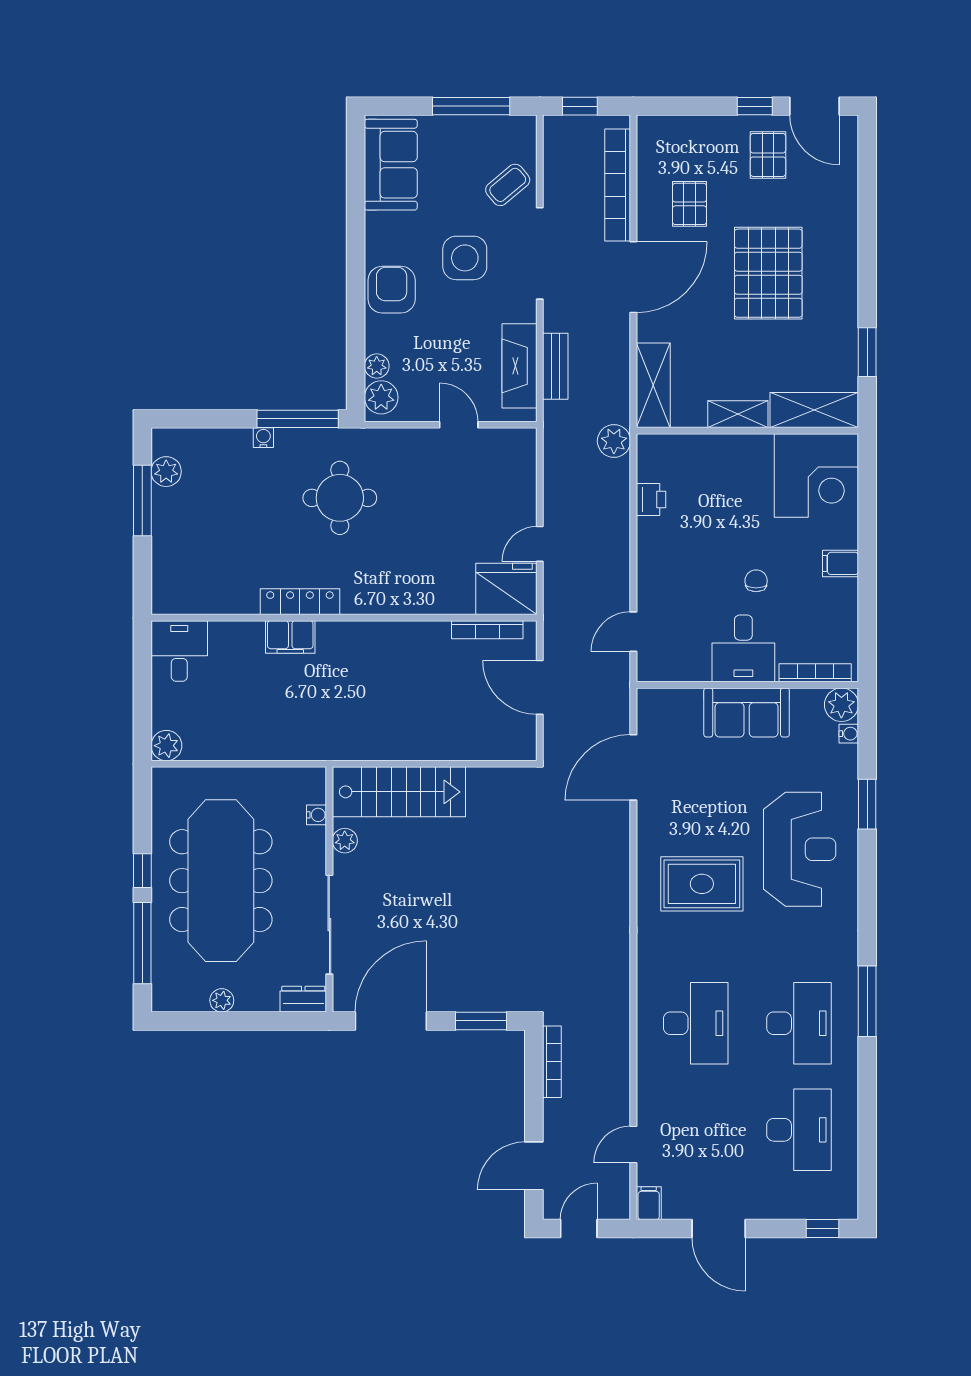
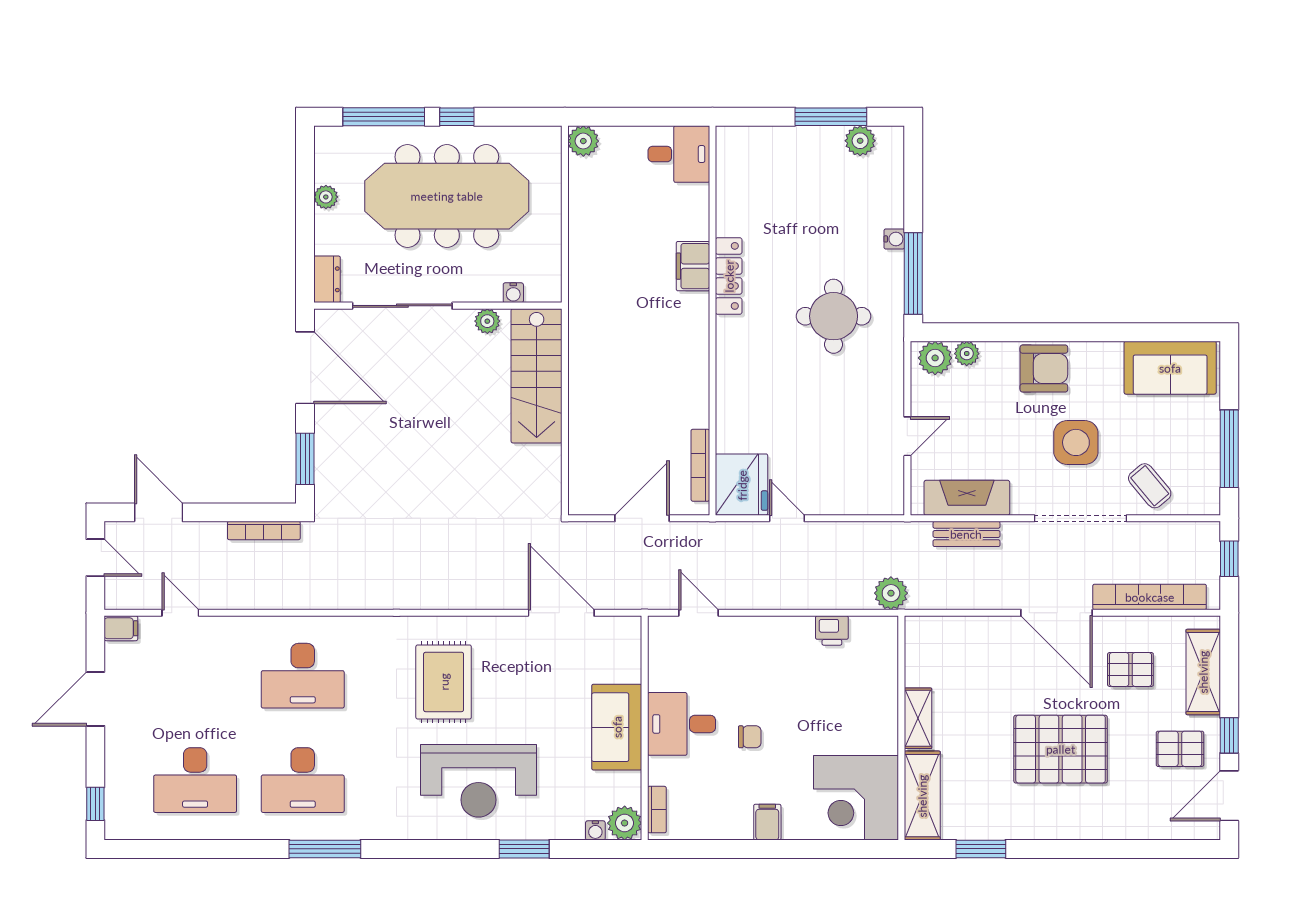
shelving: (653, 385) -> (1203, 672), moved, turned 90
bookcase: (815, 673) -> (657, 810), width x0.64

